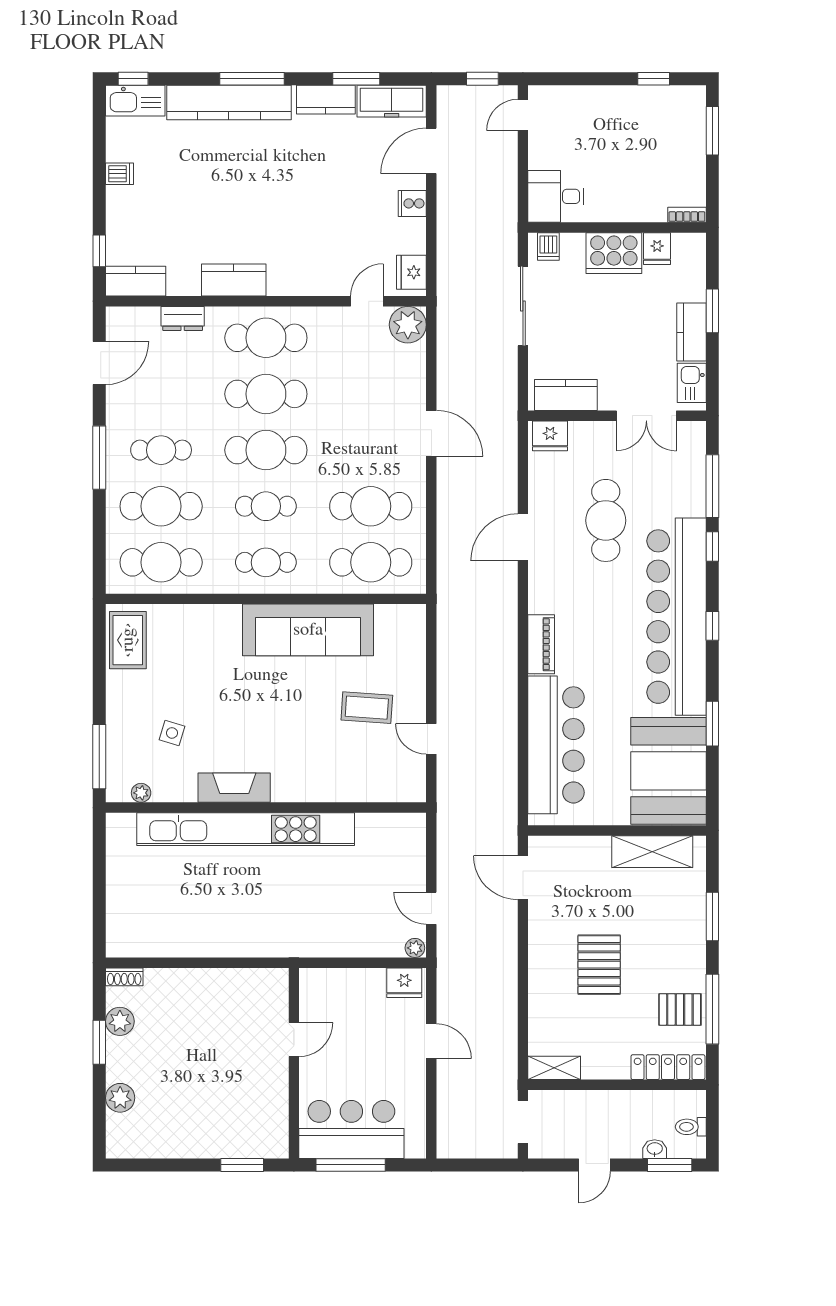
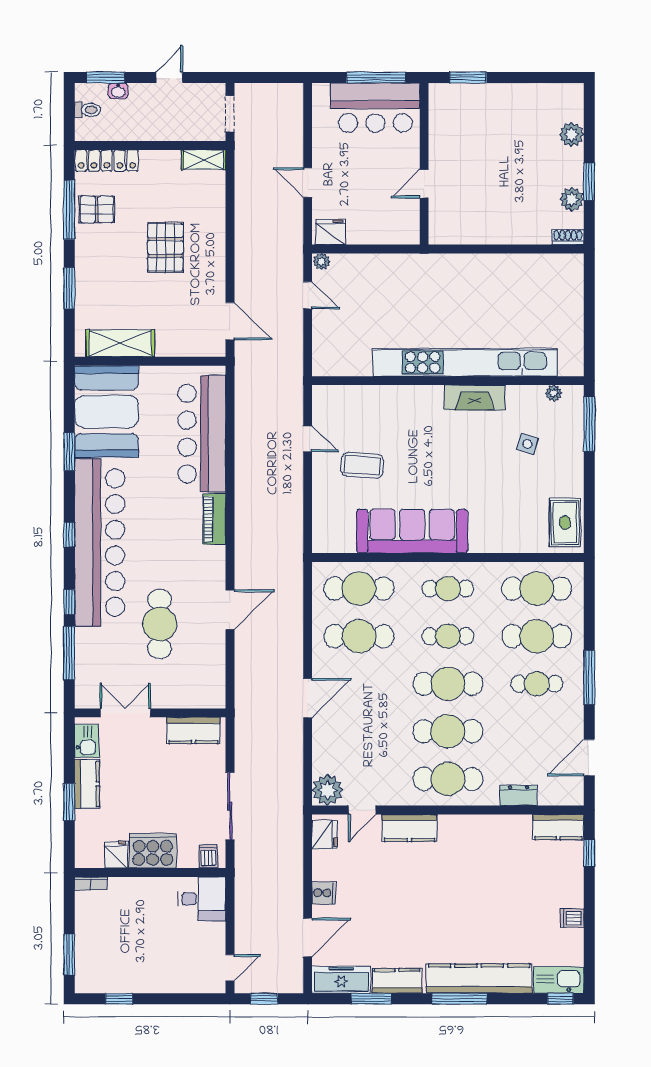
kitchen counter: (234, 280) -> (410, 828), moved
door: (431, 433) -> (308, 698), swing flipped
fridge: (550, 436) -> (207, 696), removed

